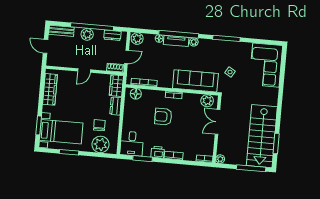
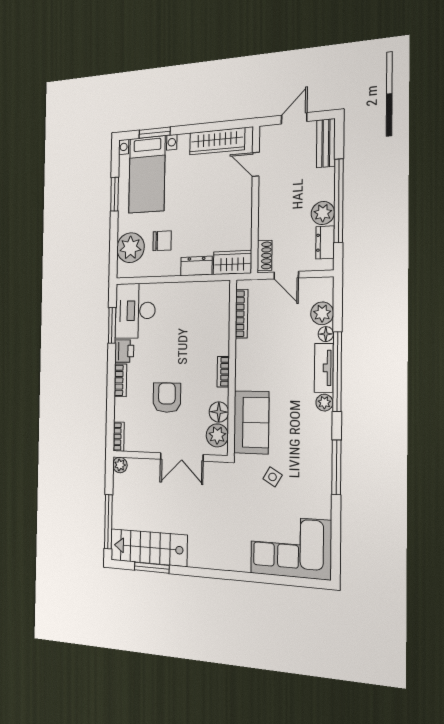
plant: (87, 34) -> (323, 213), moved
plant: (137, 39) -> (322, 313), moved
door: (84, 70) -> (256, 164), moved
sofa: (195, 81) -> (251, 422), width x0.73
floor lamp: (136, 94) -> (219, 412), moved
armchair: (163, 117) -> (167, 398), moved
double door: (217, 122) -> (182, 457), swing flipped
stairs: (262, 136) -> (149, 548), width x0.73, depth x0.66
desk: (132, 144) -> (135, 311), width x1.37

